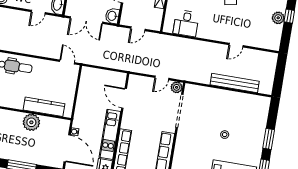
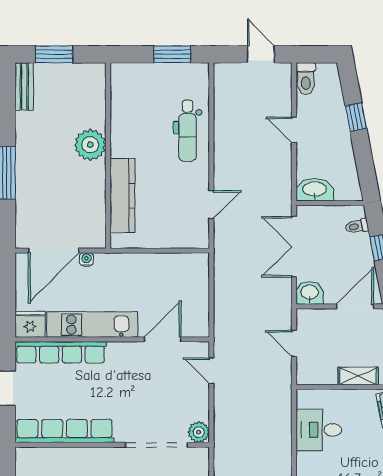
door: (38, 12) -> (294, 130), moved
door: (67, 62) -> (211, 205), moved
door: (162, 78) -> (211, 371), moved
plant: (31, 122) -> (90, 145), moved

